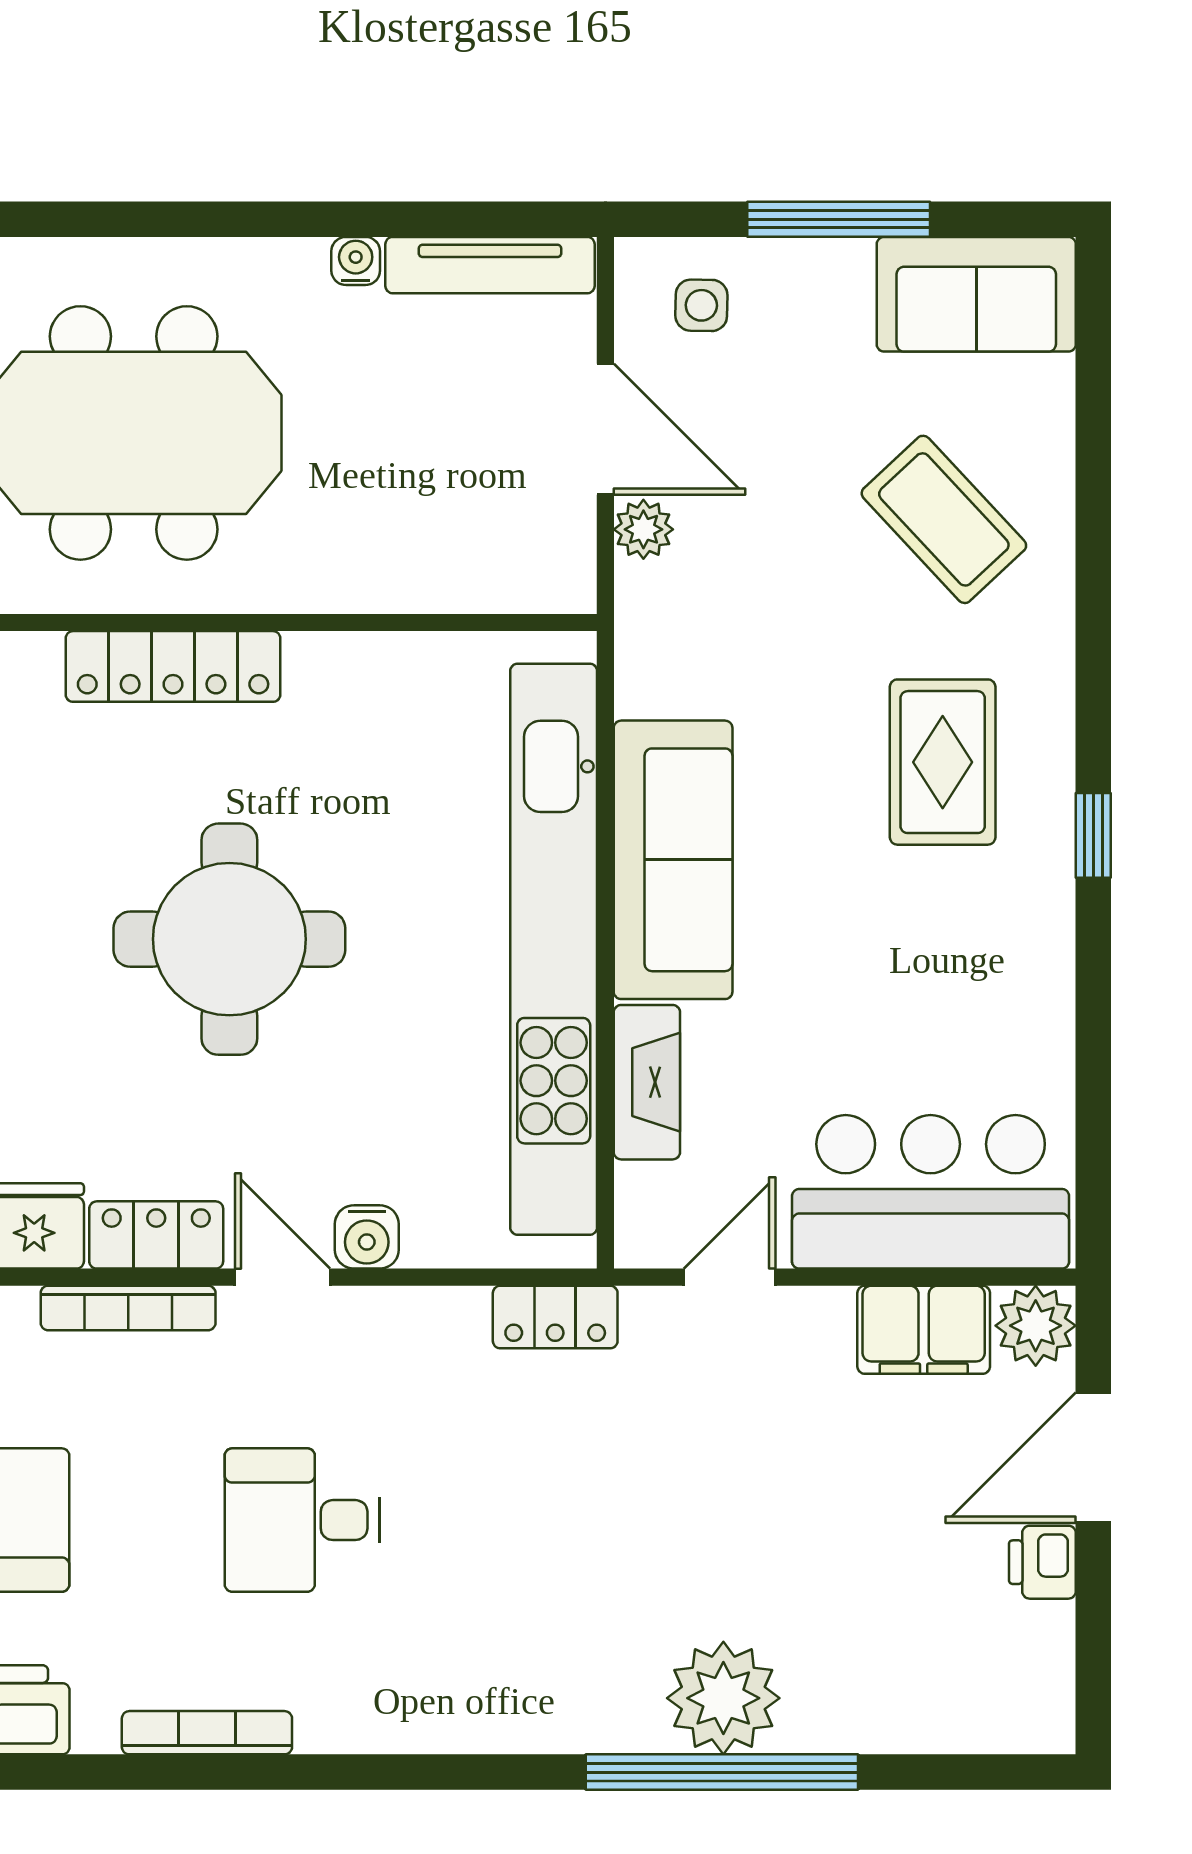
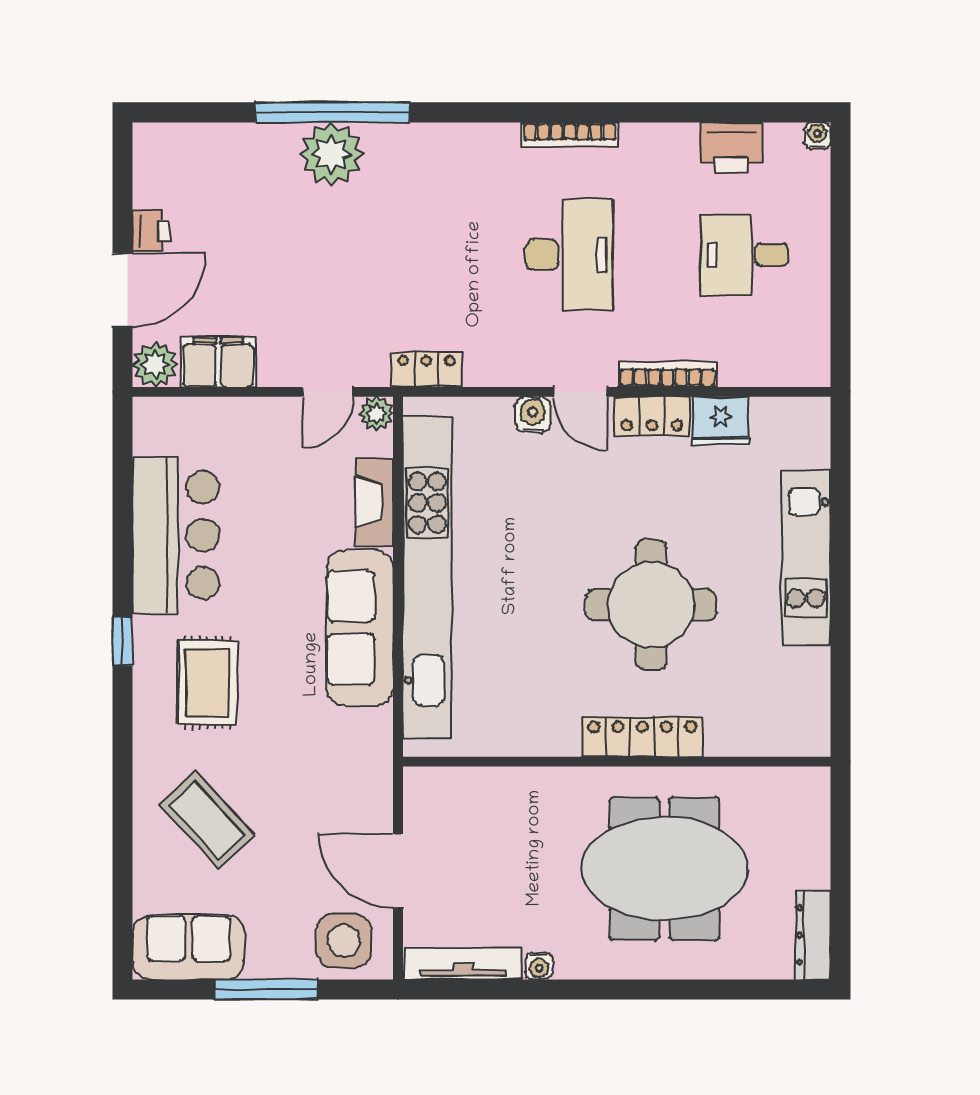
side table: (701, 305) -> (344, 941), width x1.87, depth x1.87
plant: (643, 529) -> (376, 413), moved
round table: (229, 939) -> (651, 605), moved
bar counter: (931, 1192) -> (176, 535), moved, turned -90
desk: (302, 1520) -> (569, 255), width x1.37
bookcase: (207, 1733) -> (570, 135), moved

